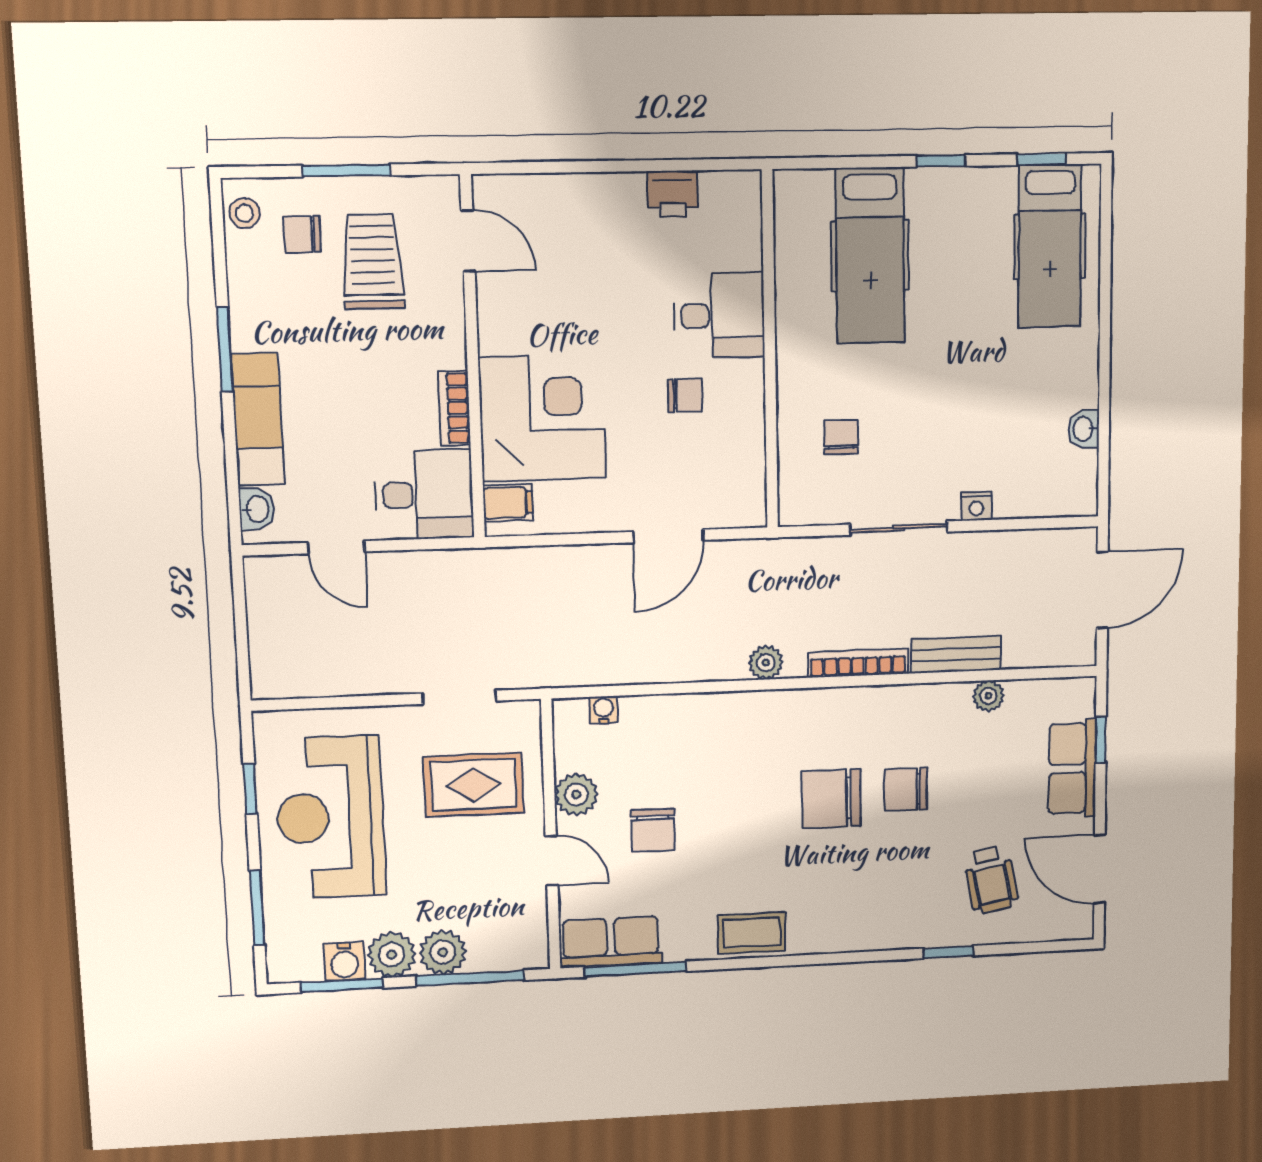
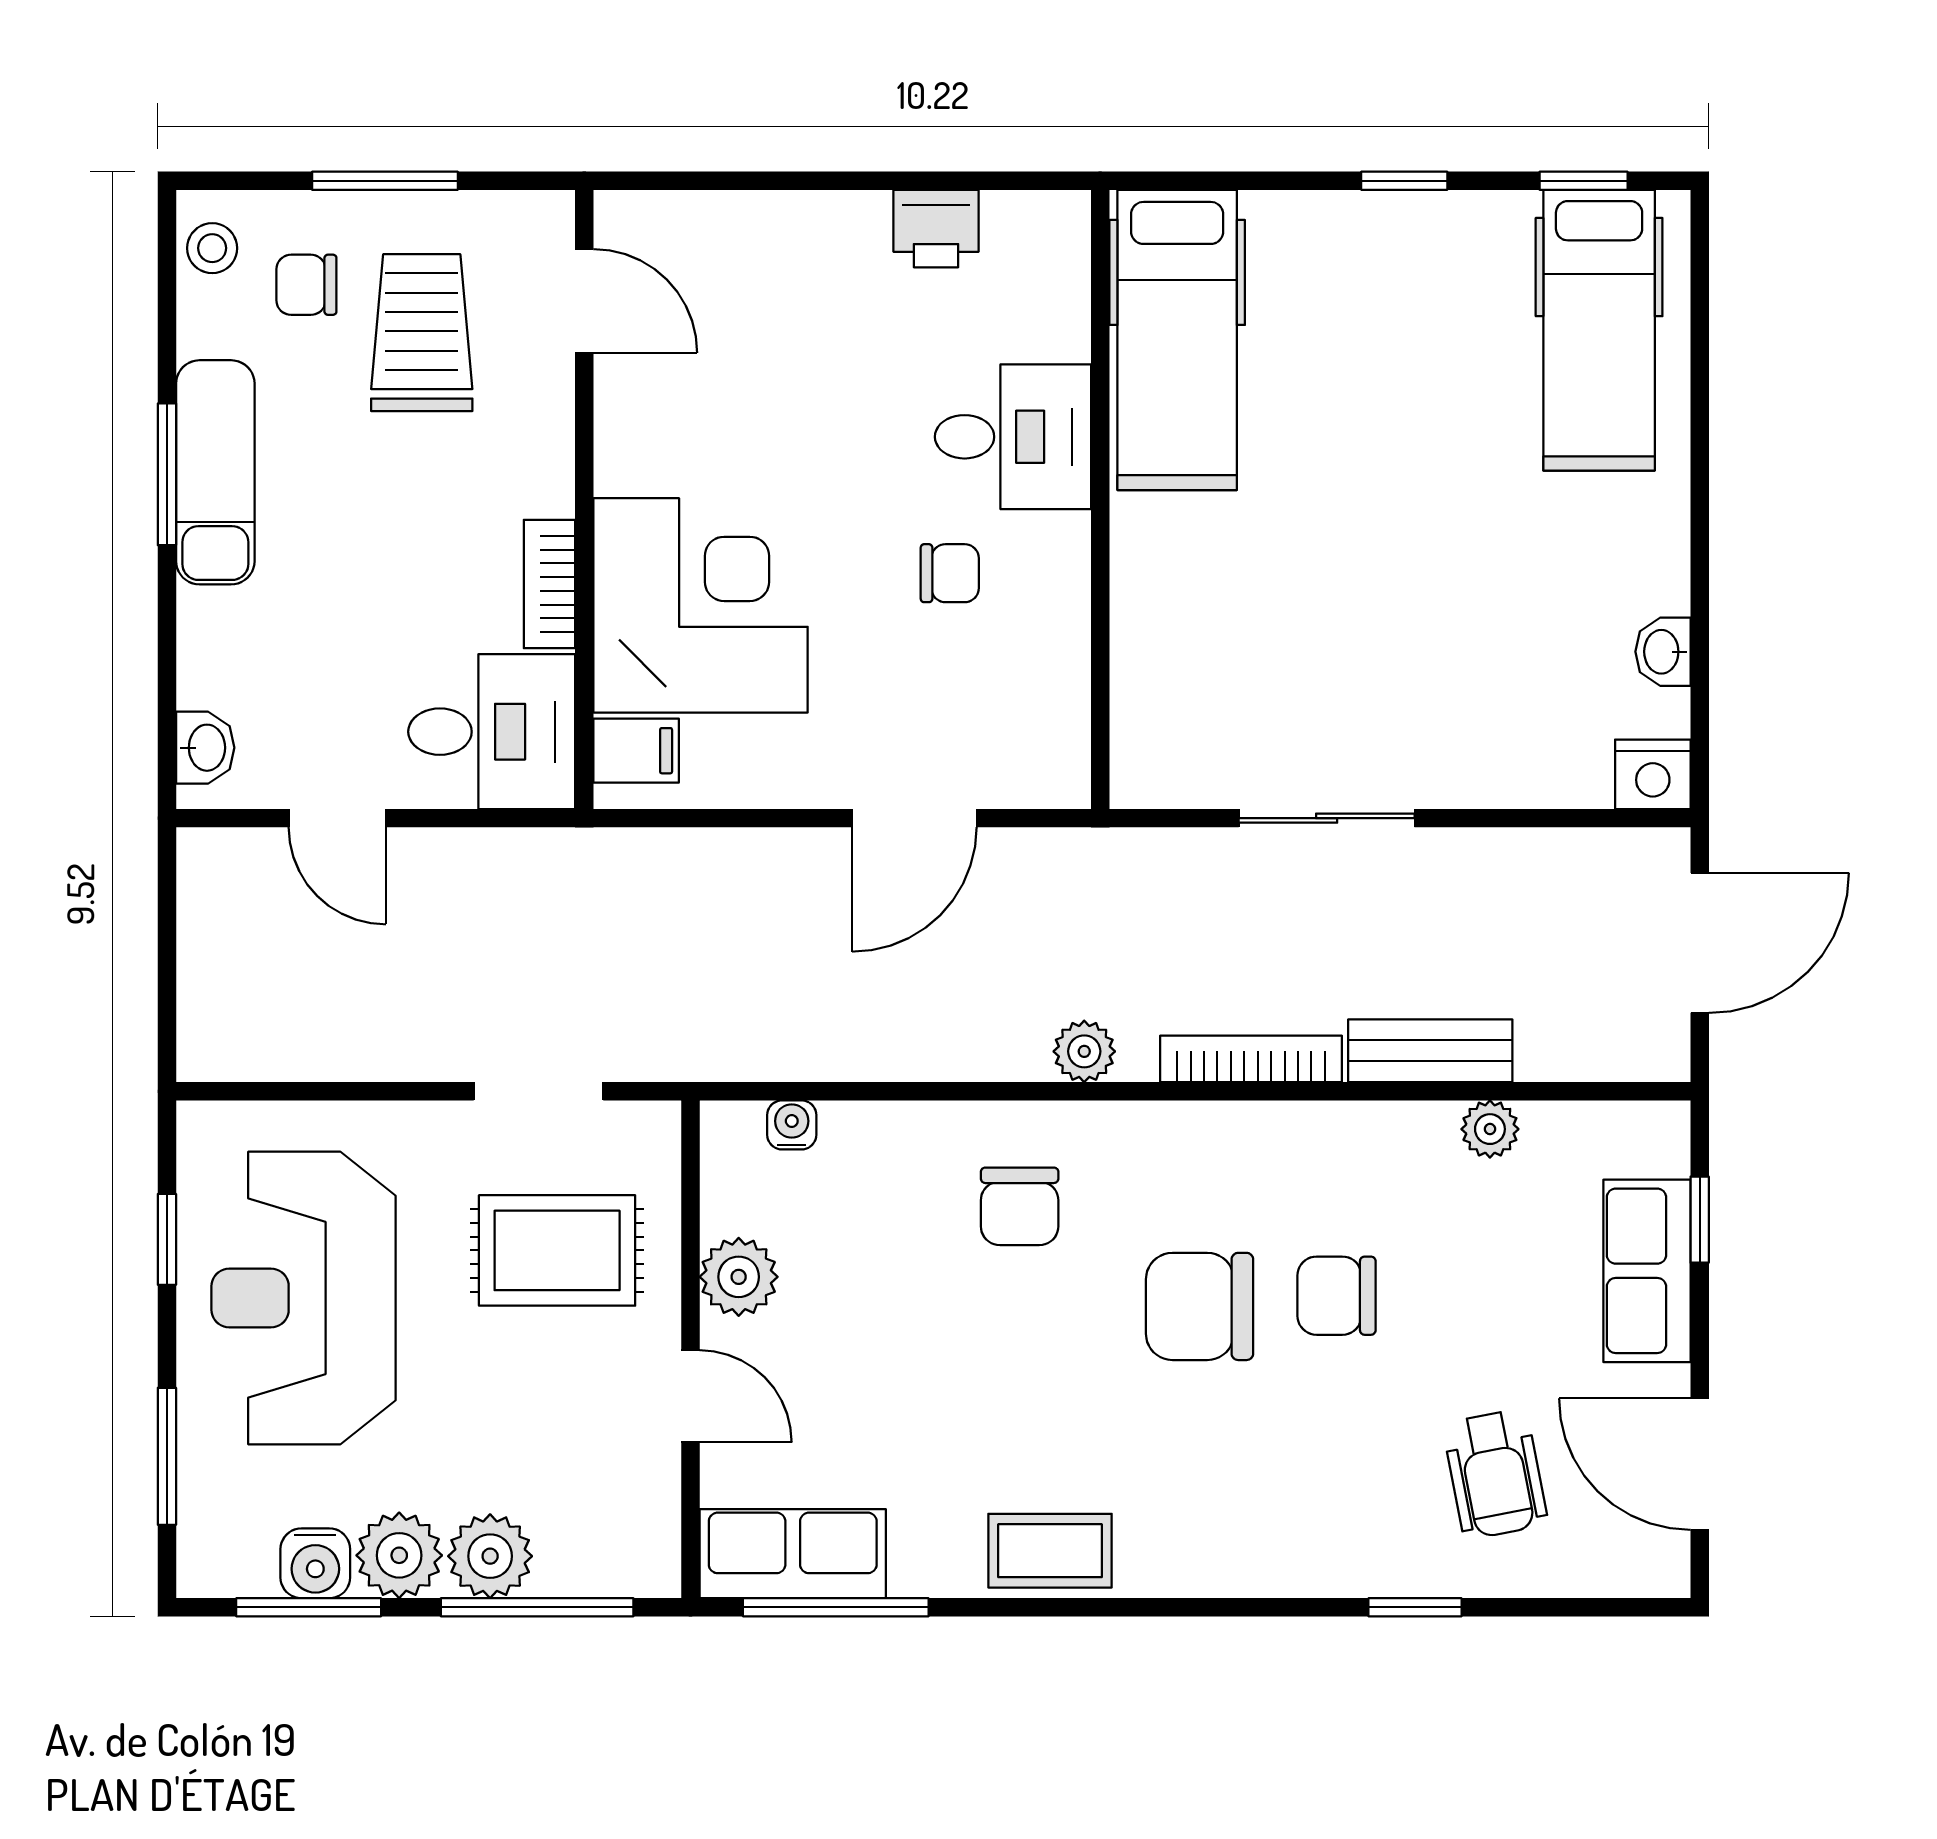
hospital bed: (870, 256) -> (1177, 340), moved
exam couch: (258, 419) -> (215, 472), moved
chair: (841, 437) -> (1224, 653), removed
nightstand: (976, 506) -> (1653, 774), moved, width x1.39, depth x1.35
chair: (653, 830) -> (1020, 1206), moved

